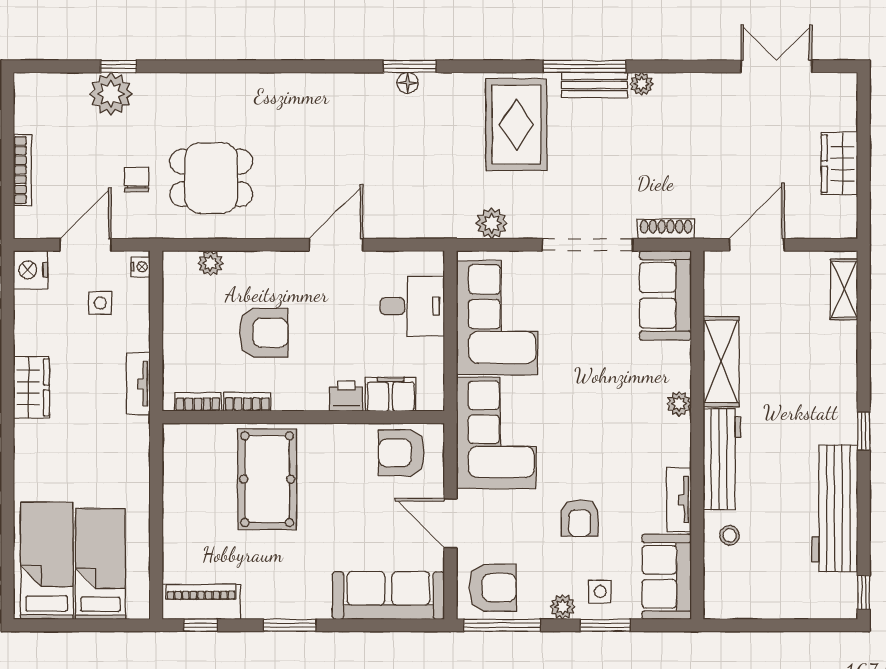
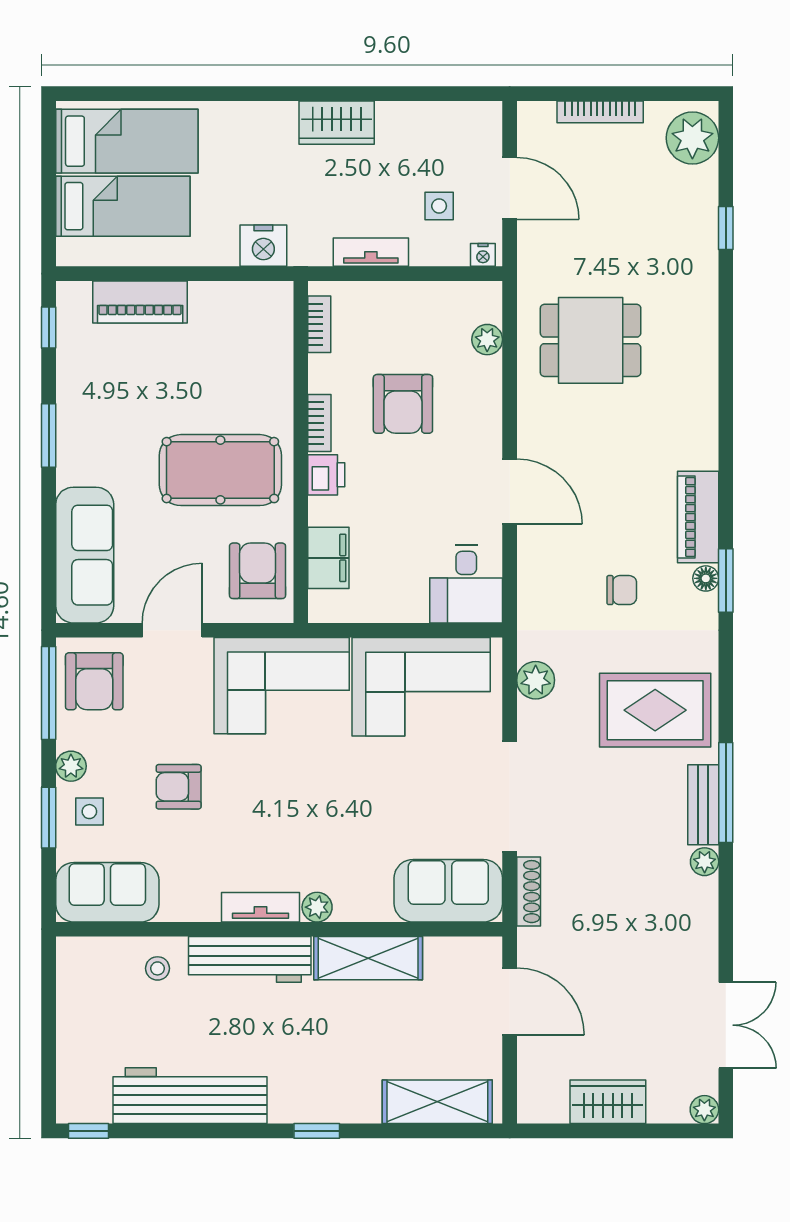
plant: (846, 84) -> (704, 1110), added
piano: (357, 89) -> (698, 517), added
plant: (111, 94) -> (692, 138), moved
dining table: (211, 178) -> (591, 340), turned 90
chair: (137, 180) -> (622, 590), moved
nightstand: (31, 270) -> (263, 246), moved, turned 180
shelving: (844, 289) -> (437, 1102), width x1.50, depth x1.33
desk: (412, 306) -> (466, 584), moved
tv unit: (138, 384) -> (371, 252), moved
printer: (346, 396) -> (326, 475), moved
bookcase: (247, 402) -> (319, 423), moved
window: (864, 431) -> (317, 1131), moved
pool table: (267, 479) -> (220, 470), moved
tv unit: (679, 500) -> (260, 907), moved
piano: (201, 602) -> (140, 302), moved, turned 90

